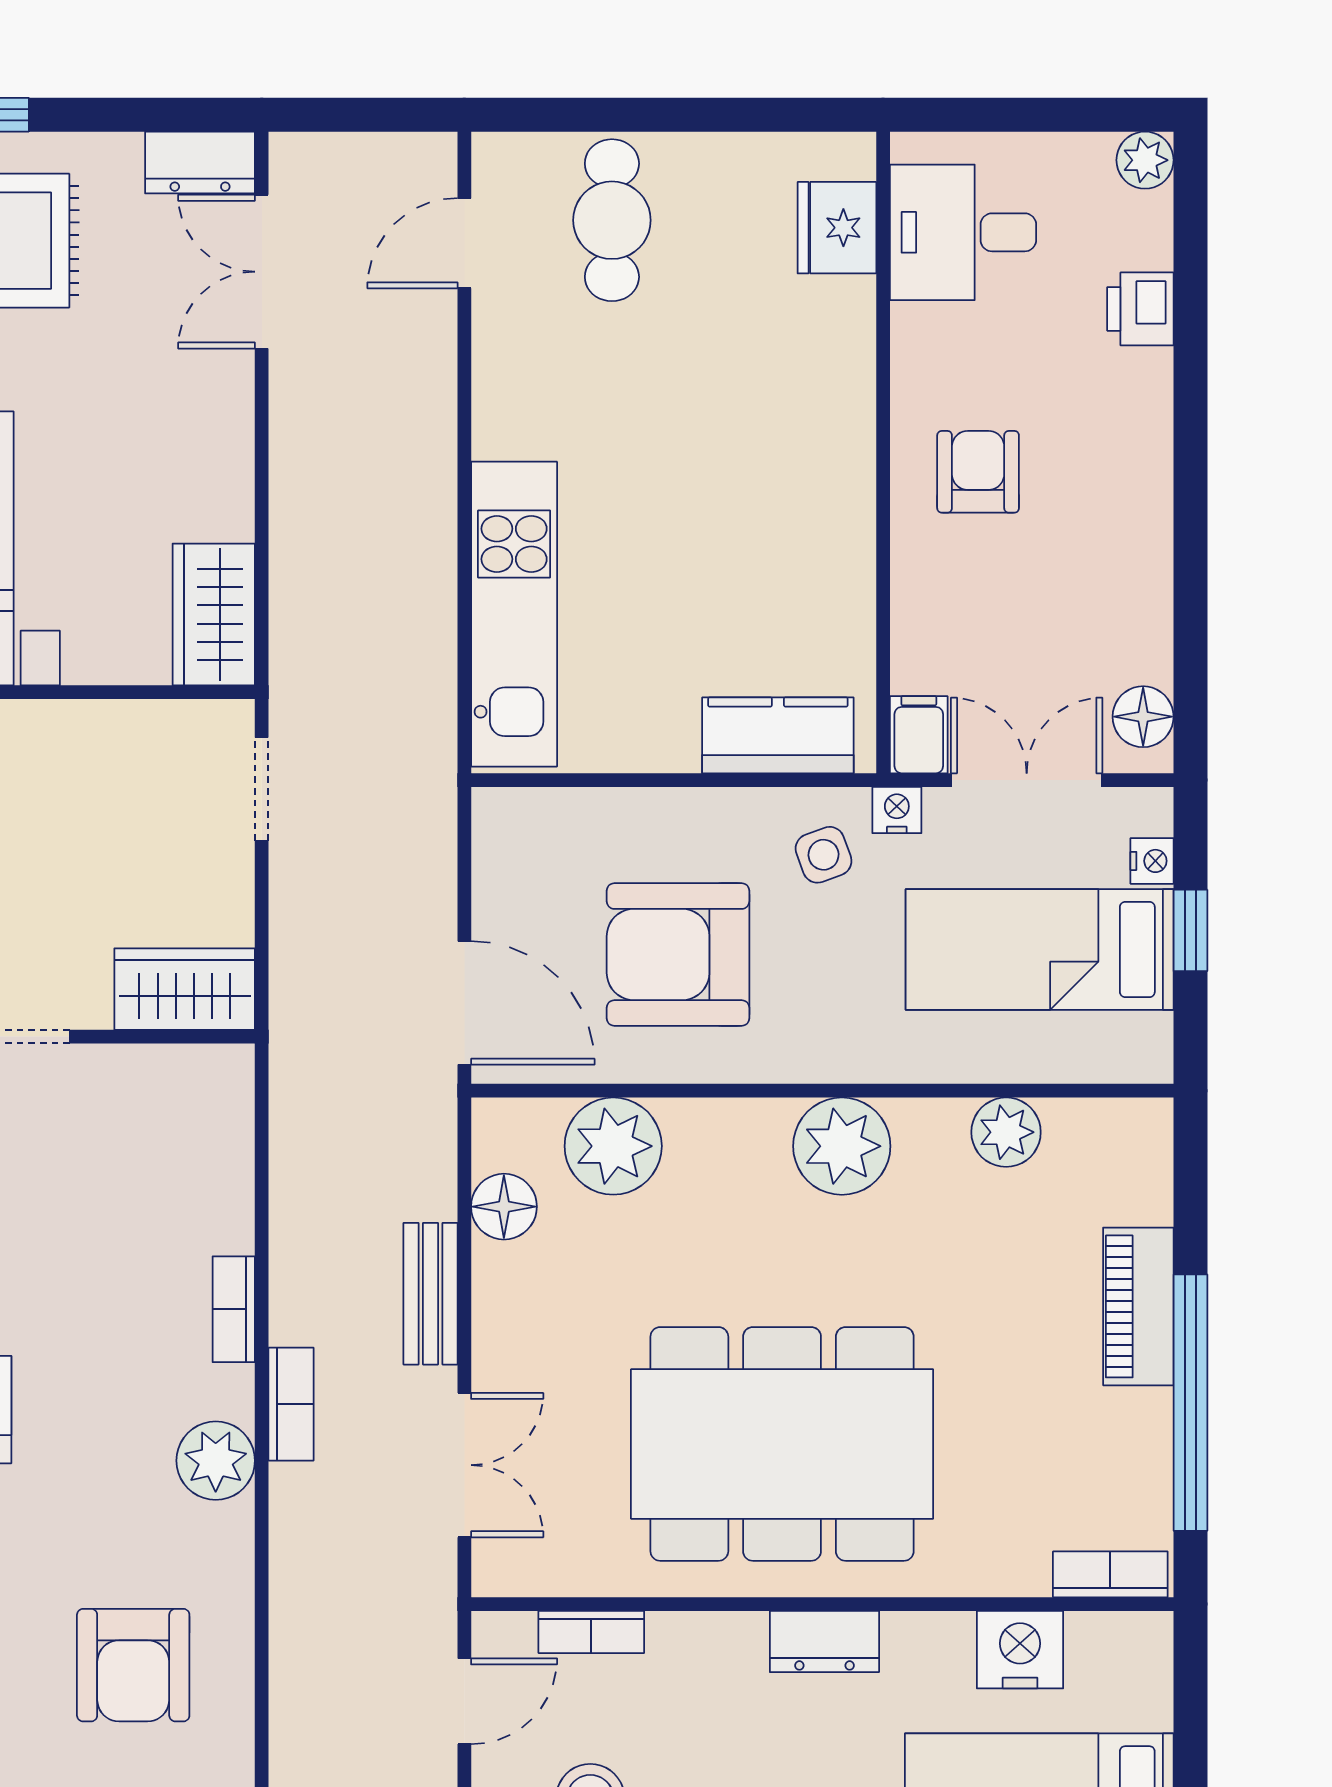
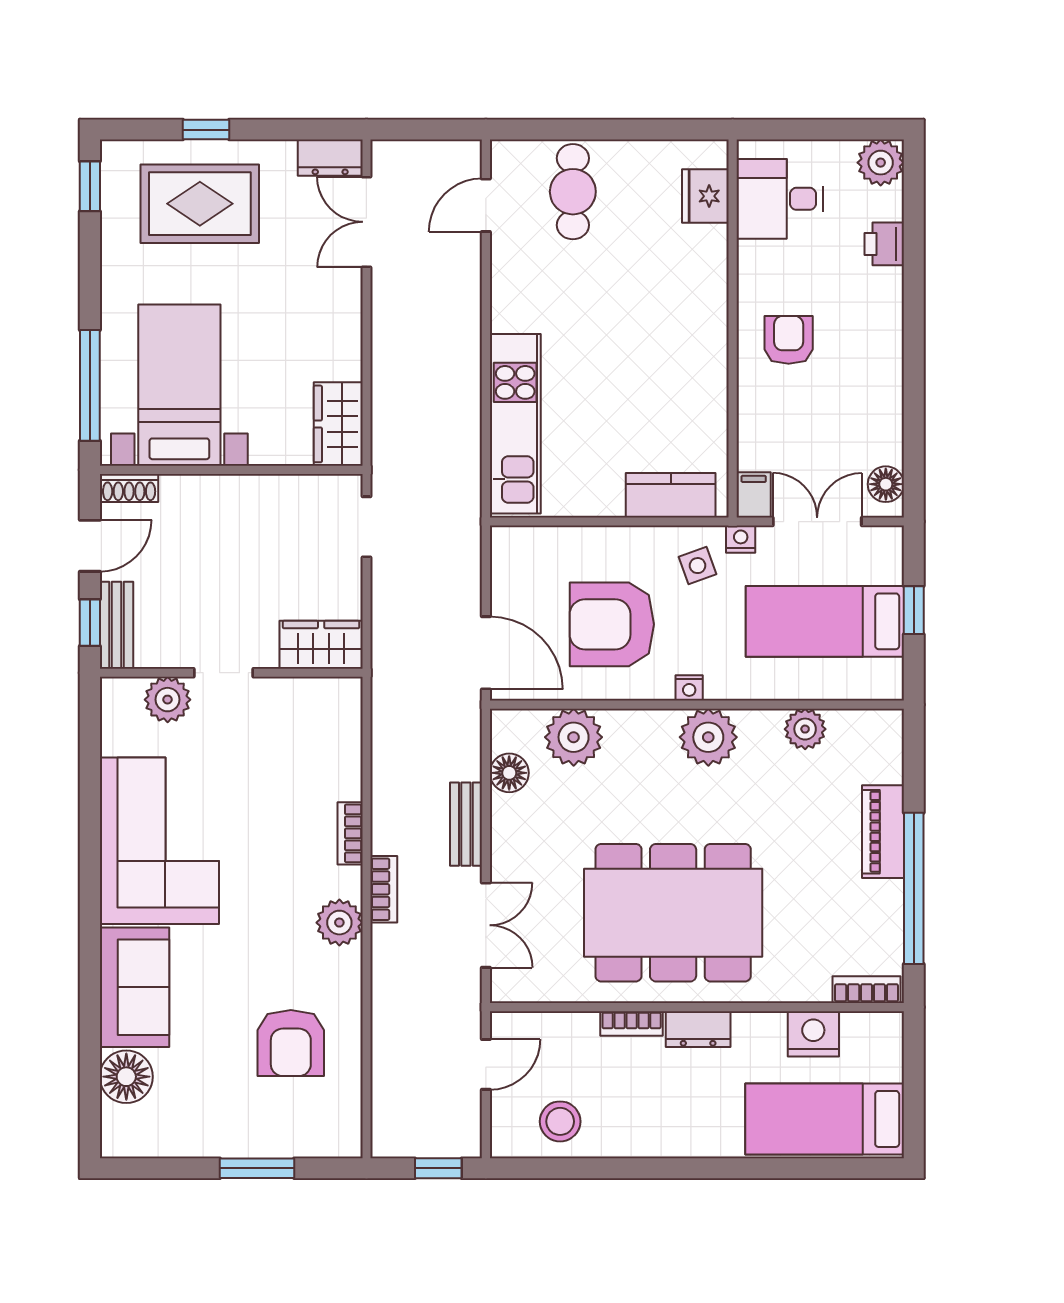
plant: (1145, 160) -> (881, 163), width x1.38, depth x1.38
nightstand: (1152, 861) -> (689, 688), moved, turned 90
bookcase: (591, 1632) -> (632, 1023), moved

